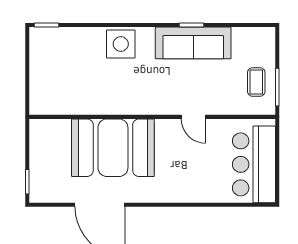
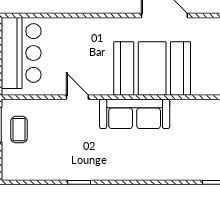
sofa: (193, 43) -> (135, 114), moved, turned 180
side table: (121, 44) -> (145, 165), removed

